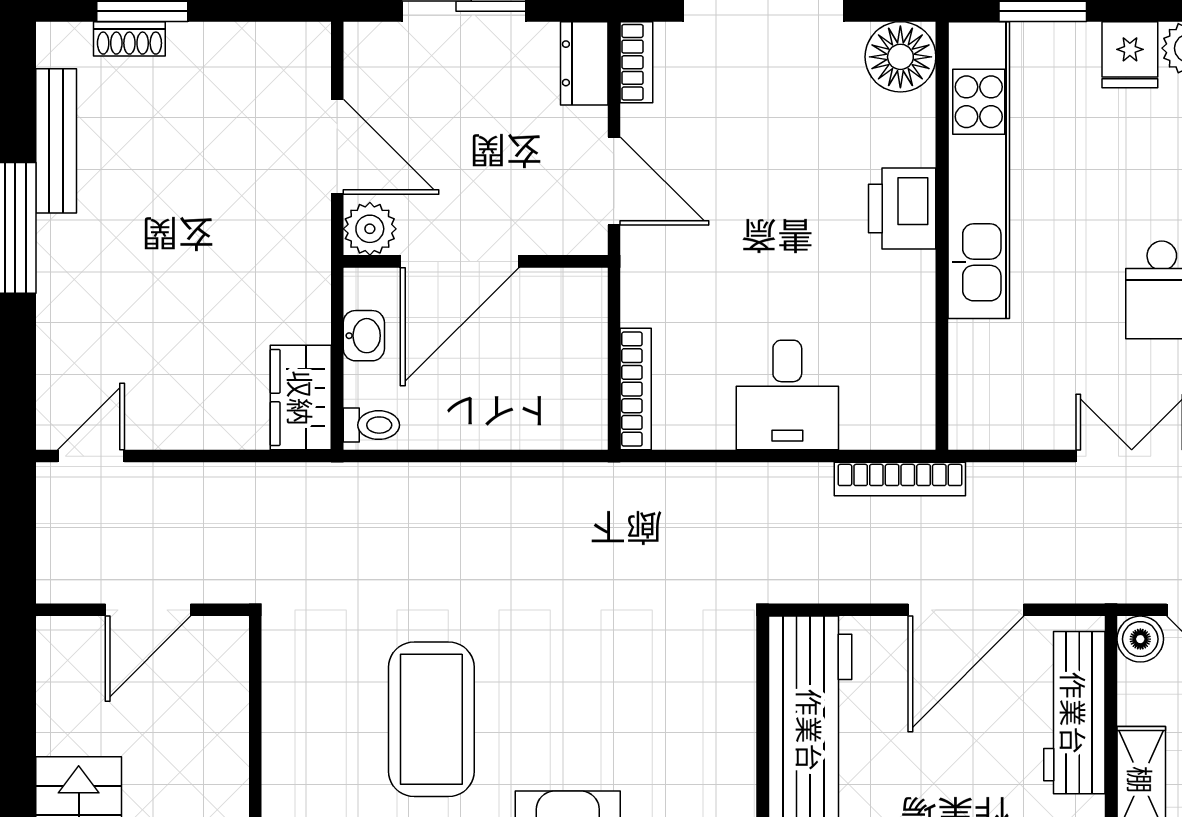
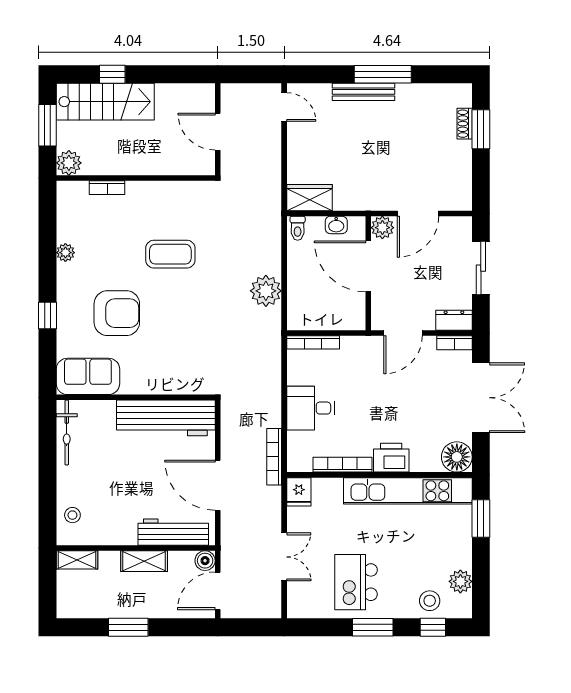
fridge: (1130, 55) -> (299, 492), moved, turned -90
bench: (56, 141) -> (364, 92), moved
bookcase: (918, 321) -> (343, 465), added
plant: (516, 498) -> (266, 291), added
coffee table: (431, 719) -> (170, 254), width x0.73, depth x0.76

